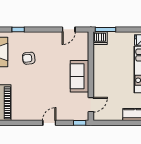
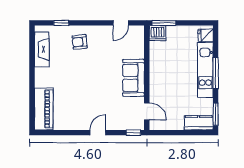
armchair: (29, 58) -> (80, 42), moved
door: (91, 105) -> (147, 111), hinge flipped

